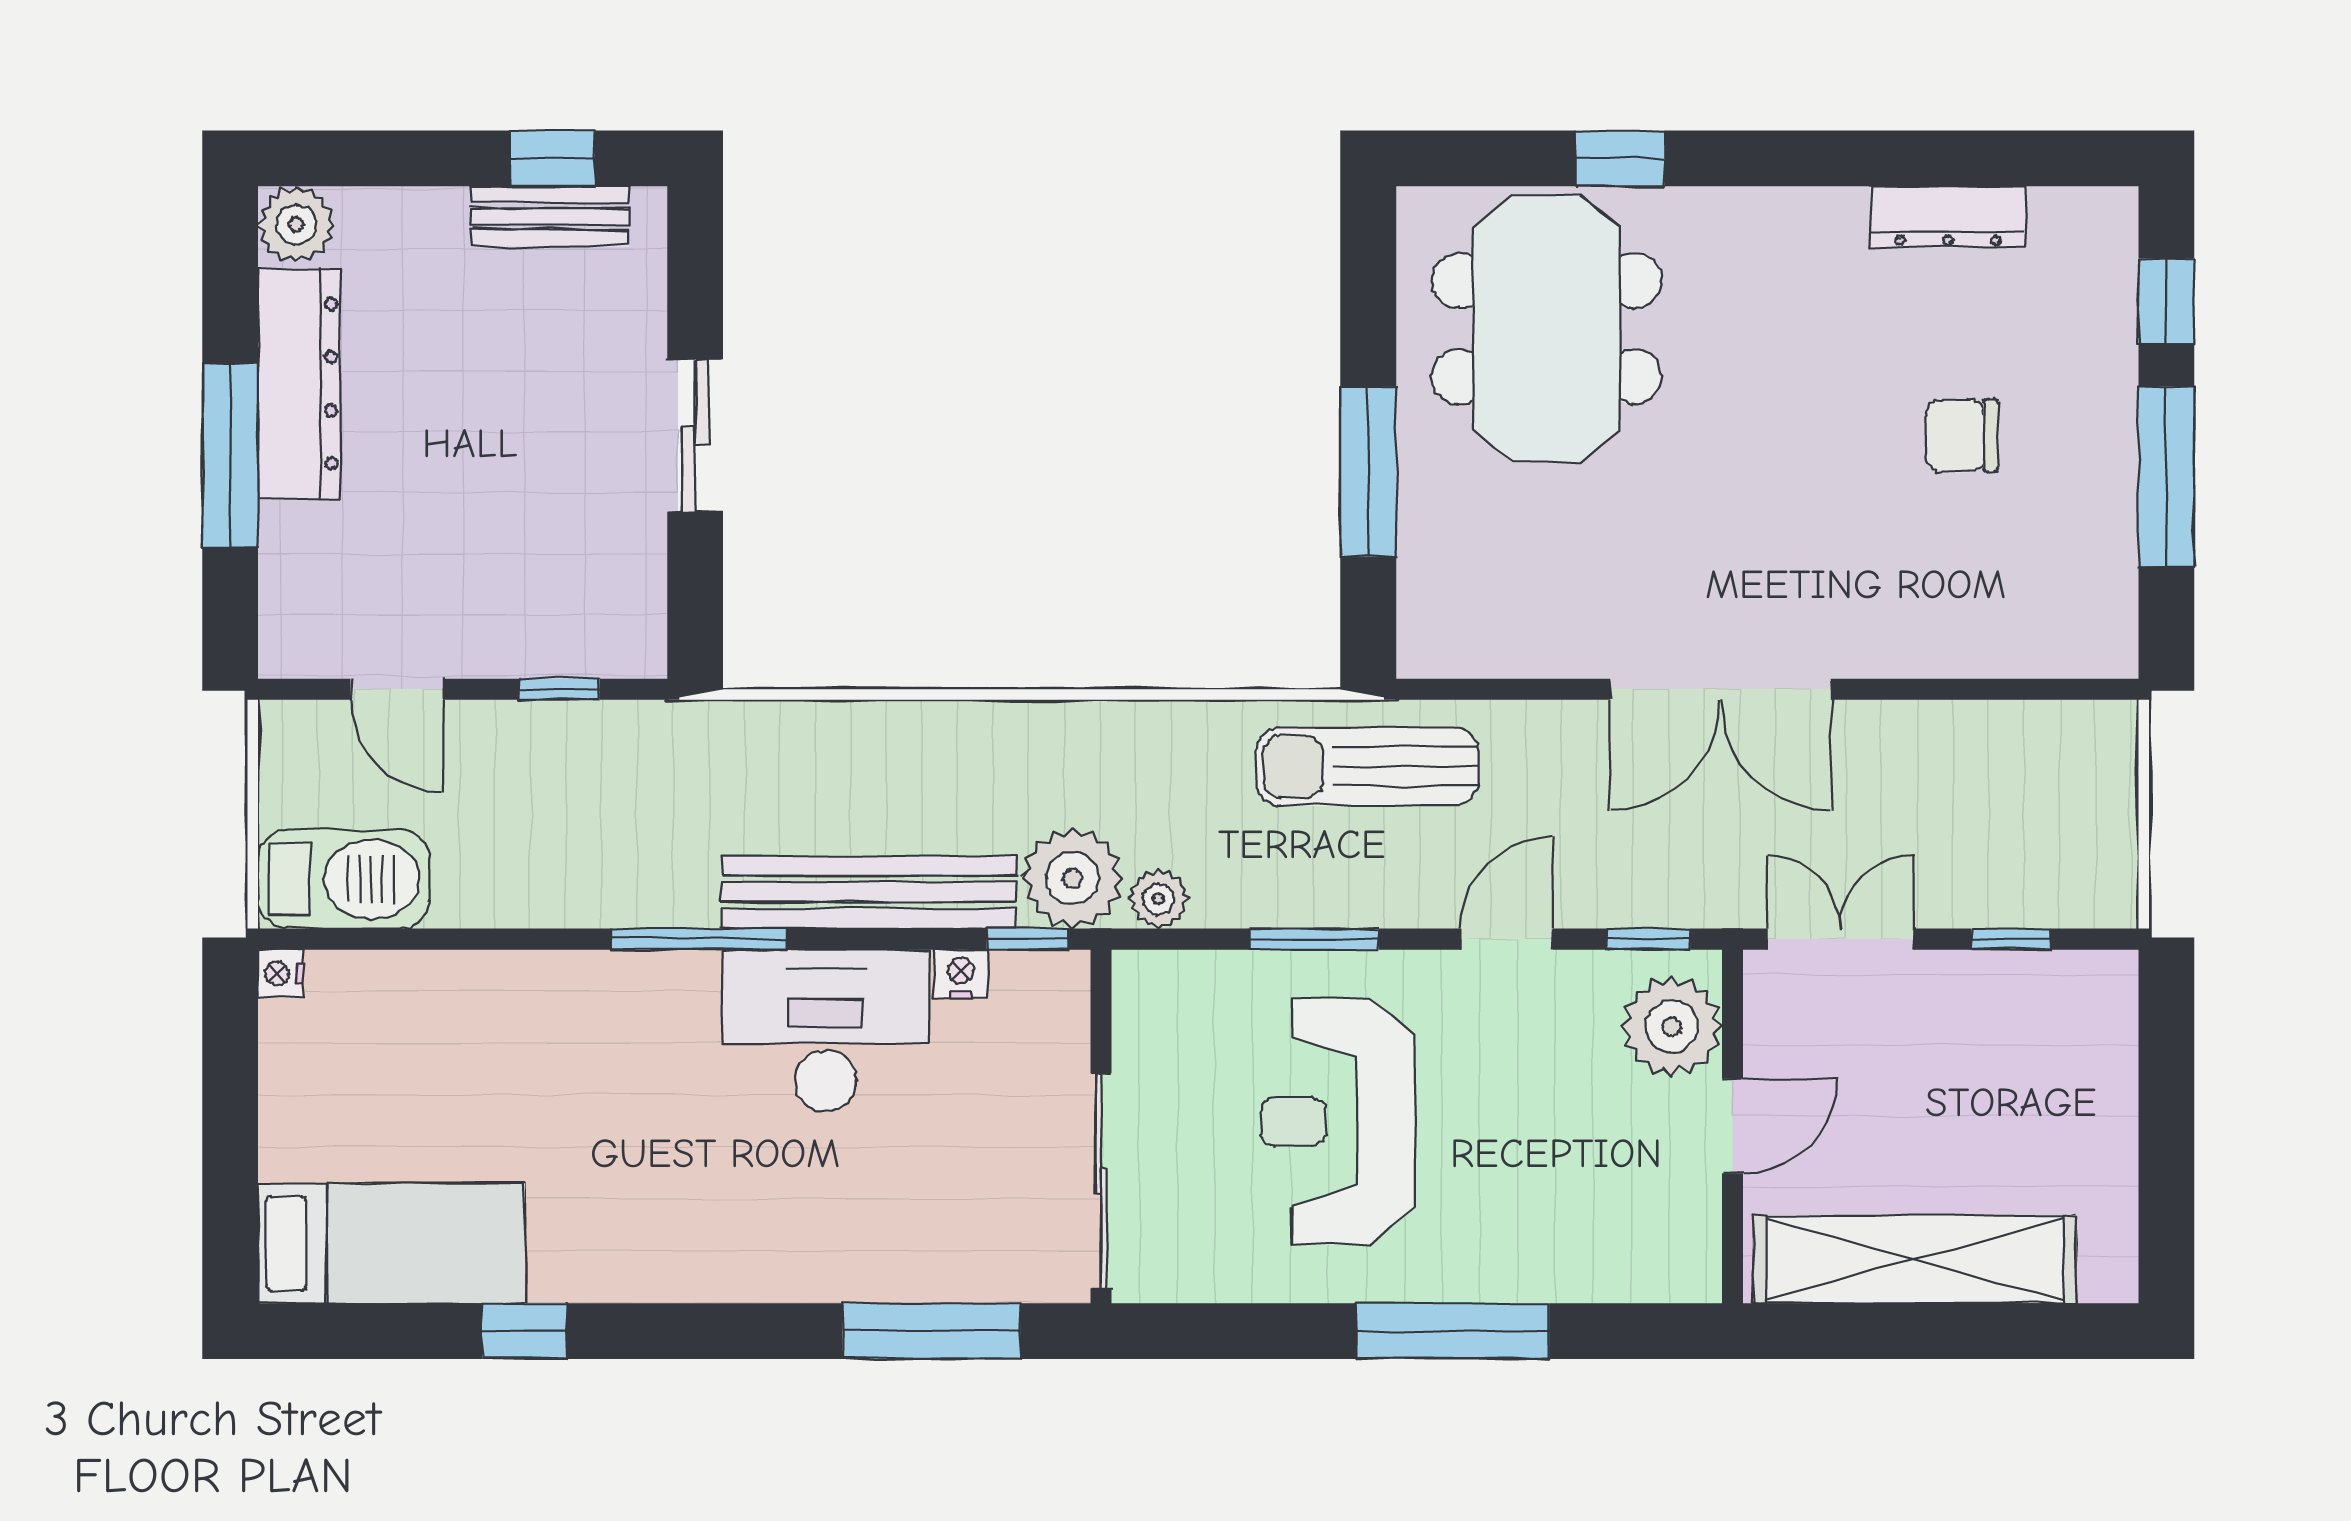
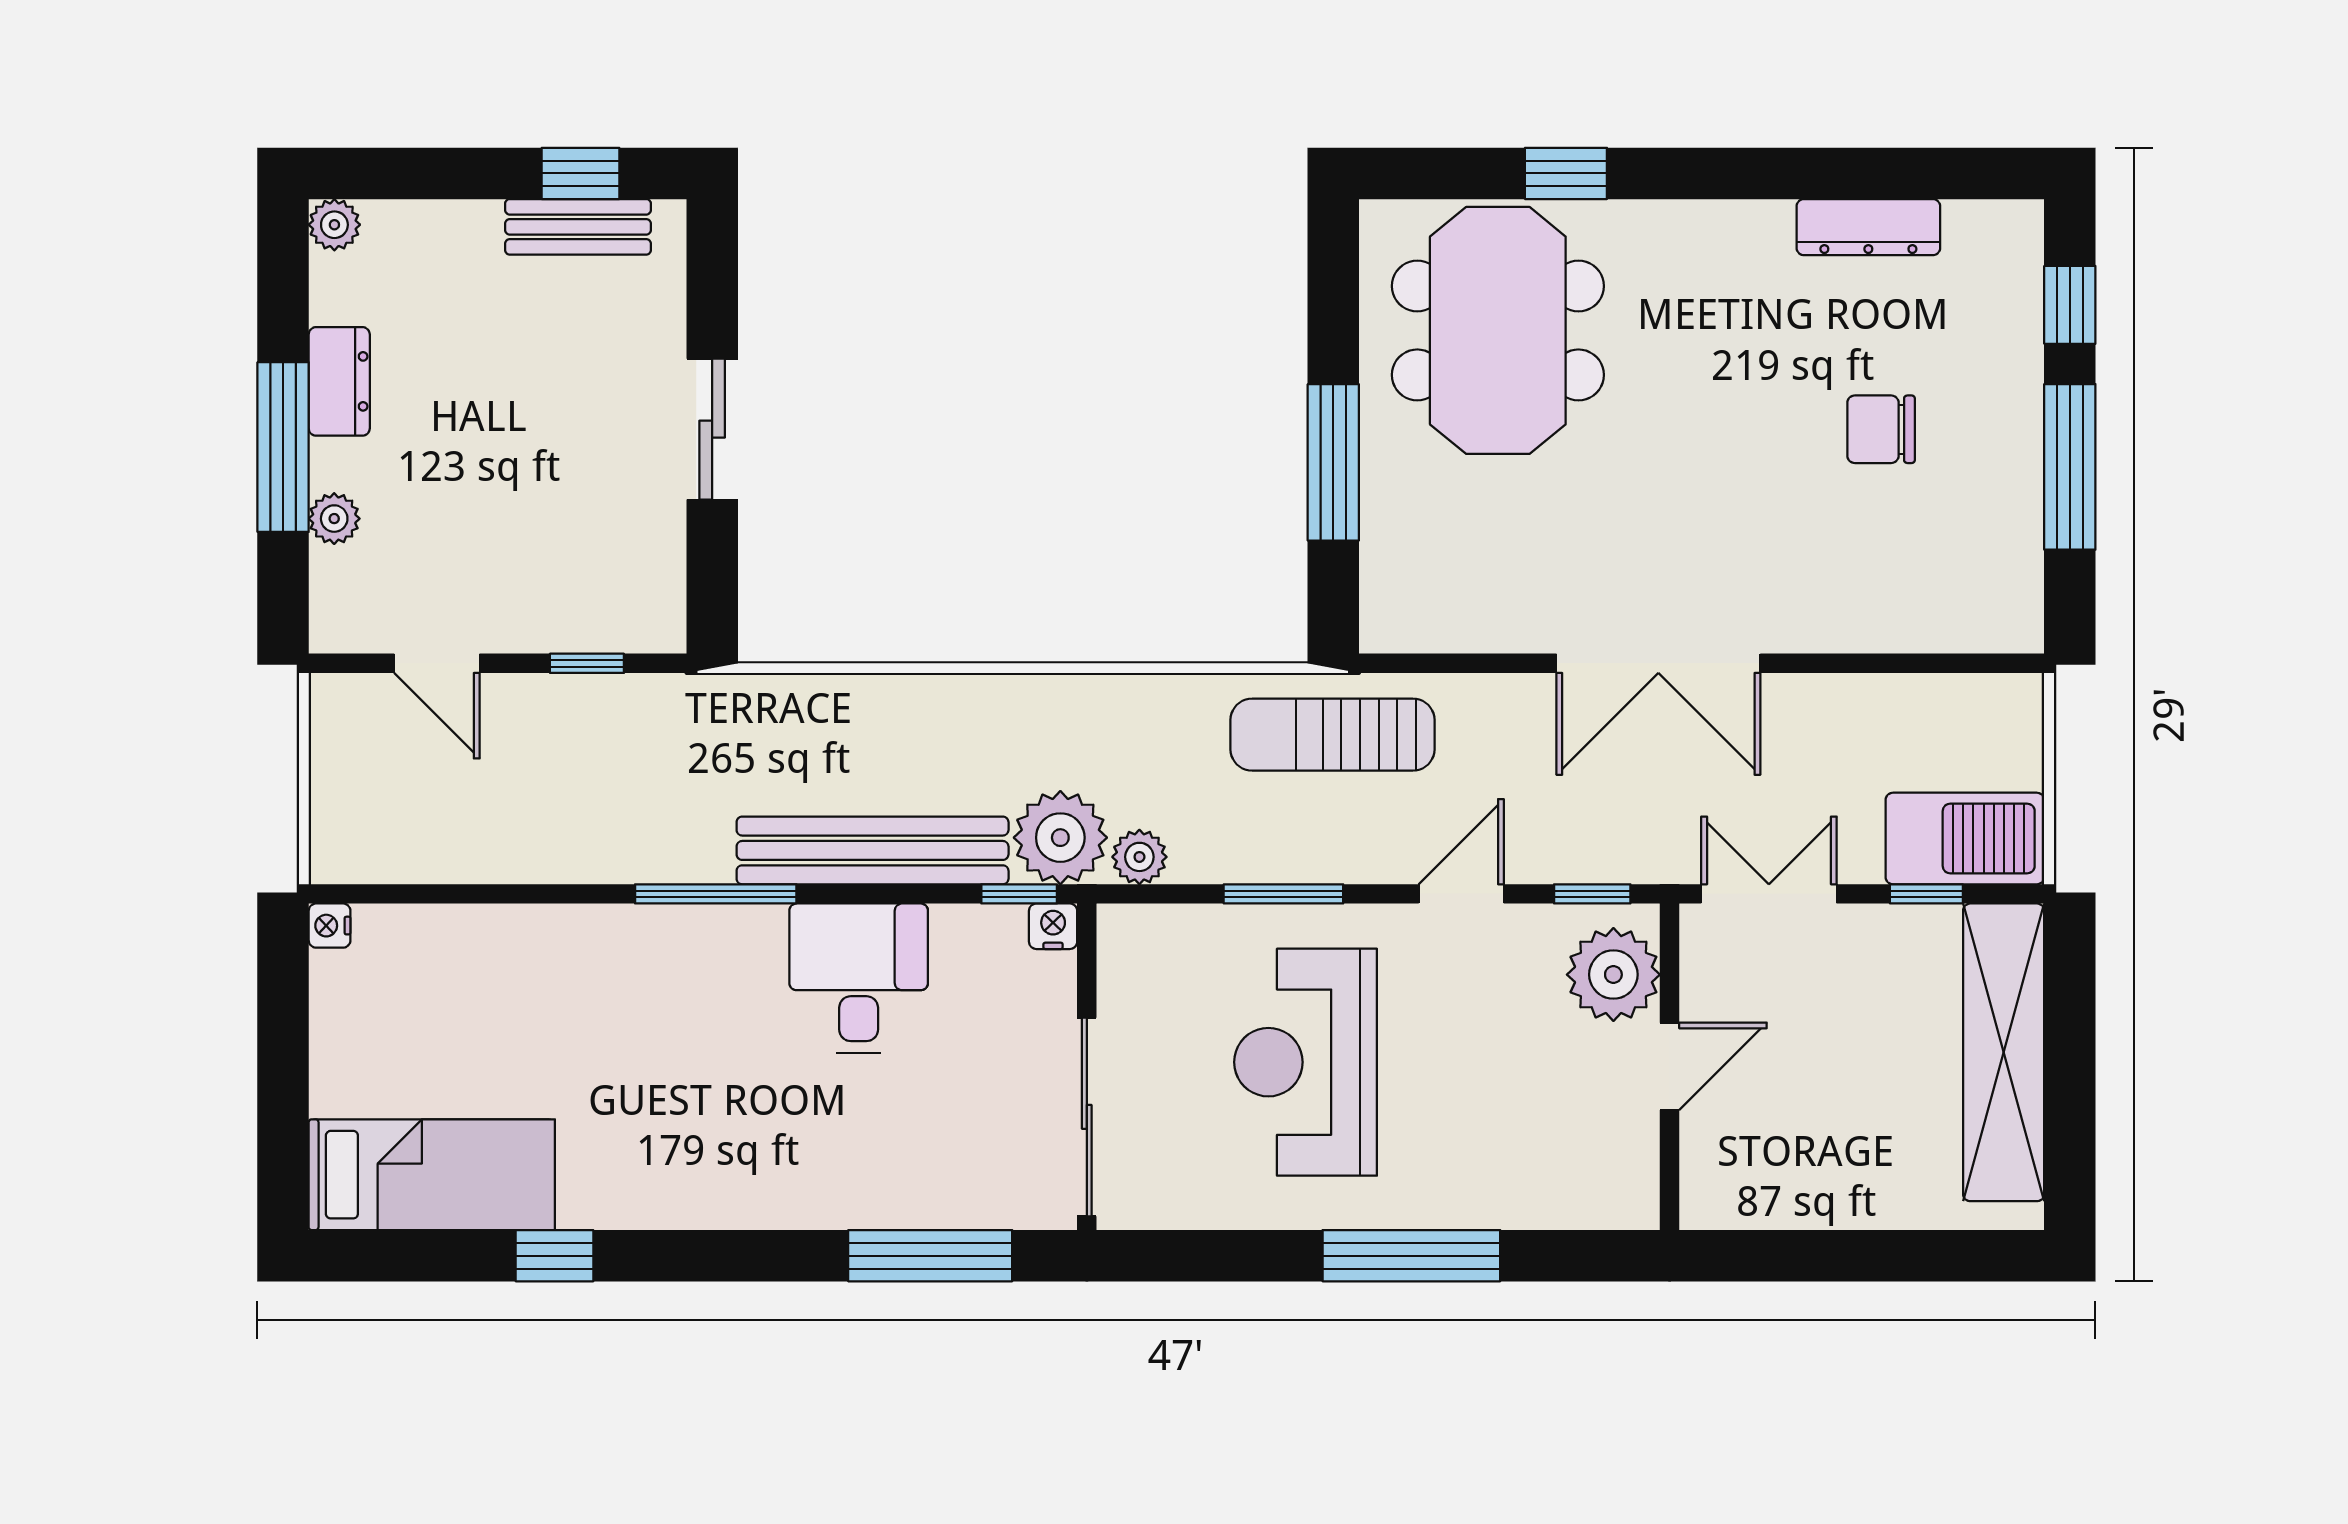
plant: (296, 224) -> (334, 225), width x0.73, depth x0.73
dresser: (299, 384) -> (339, 381), width x0.51, depth x0.80
plant: (286, 532) -> (334, 519), added
barbecue: (344, 879) -> (1965, 838), moved
nightstand: (961, 974) -> (1053, 926), moved
desk: (826, 1031) -> (859, 978), width x0.73
shelving: (1915, 1259) -> (2004, 1052), moved, turned 90

